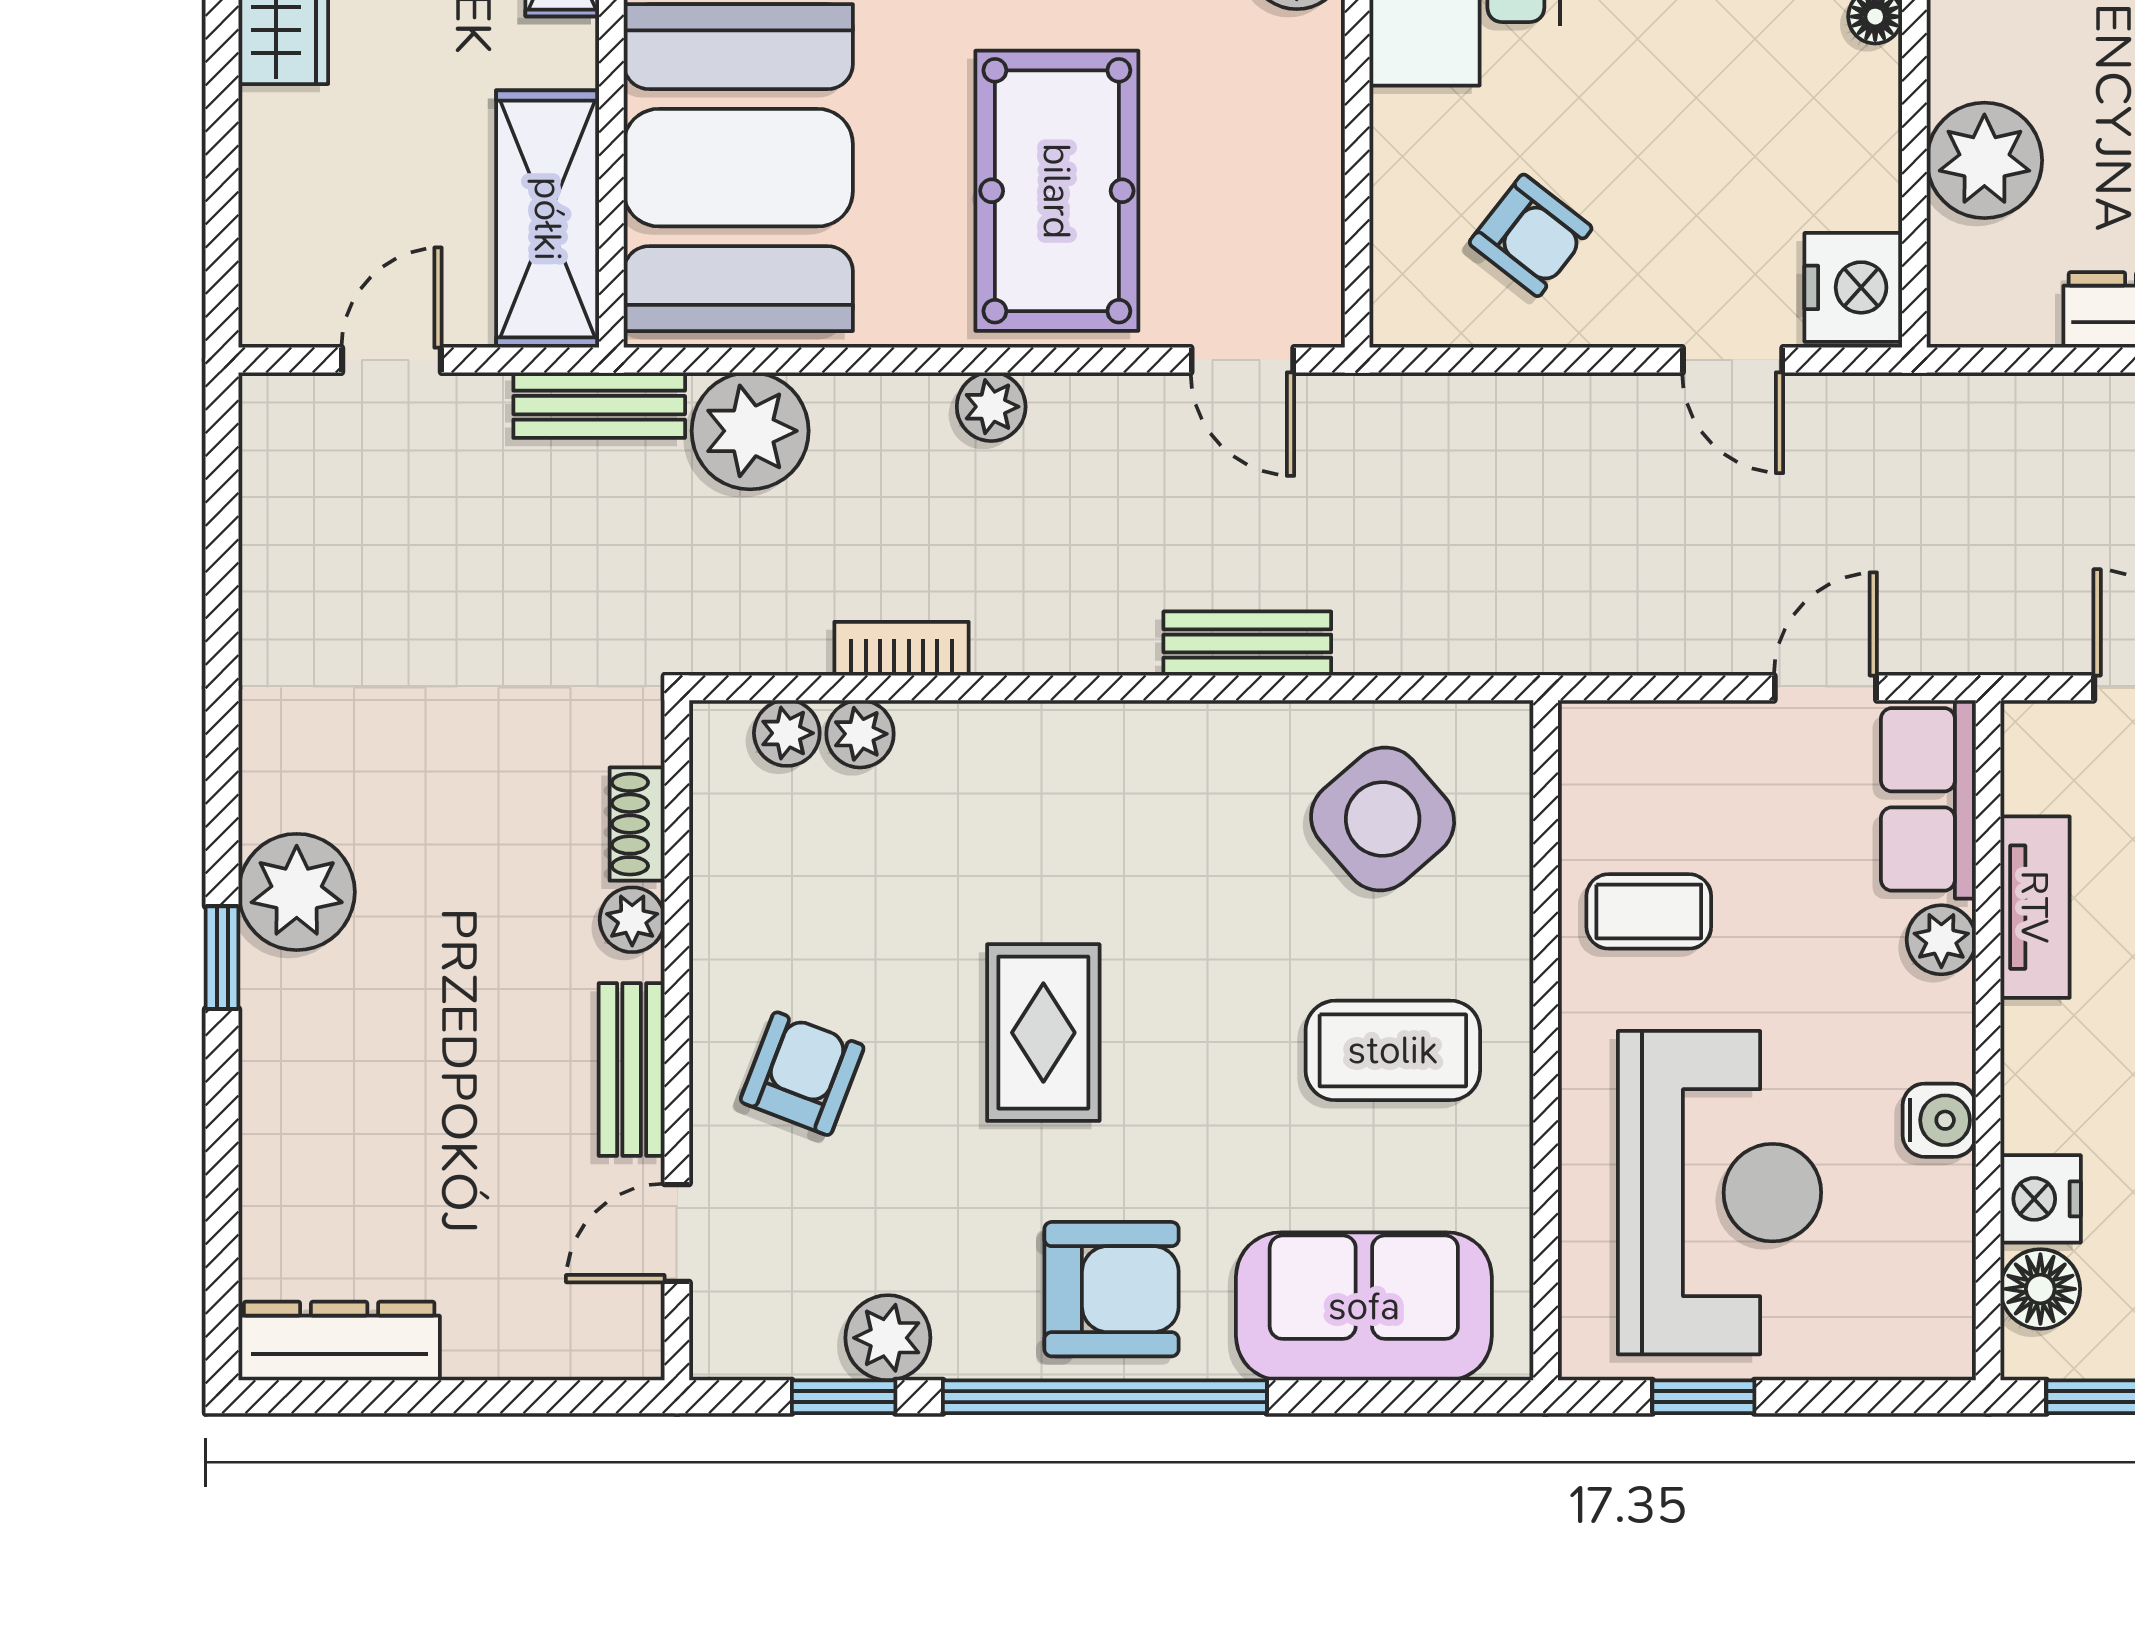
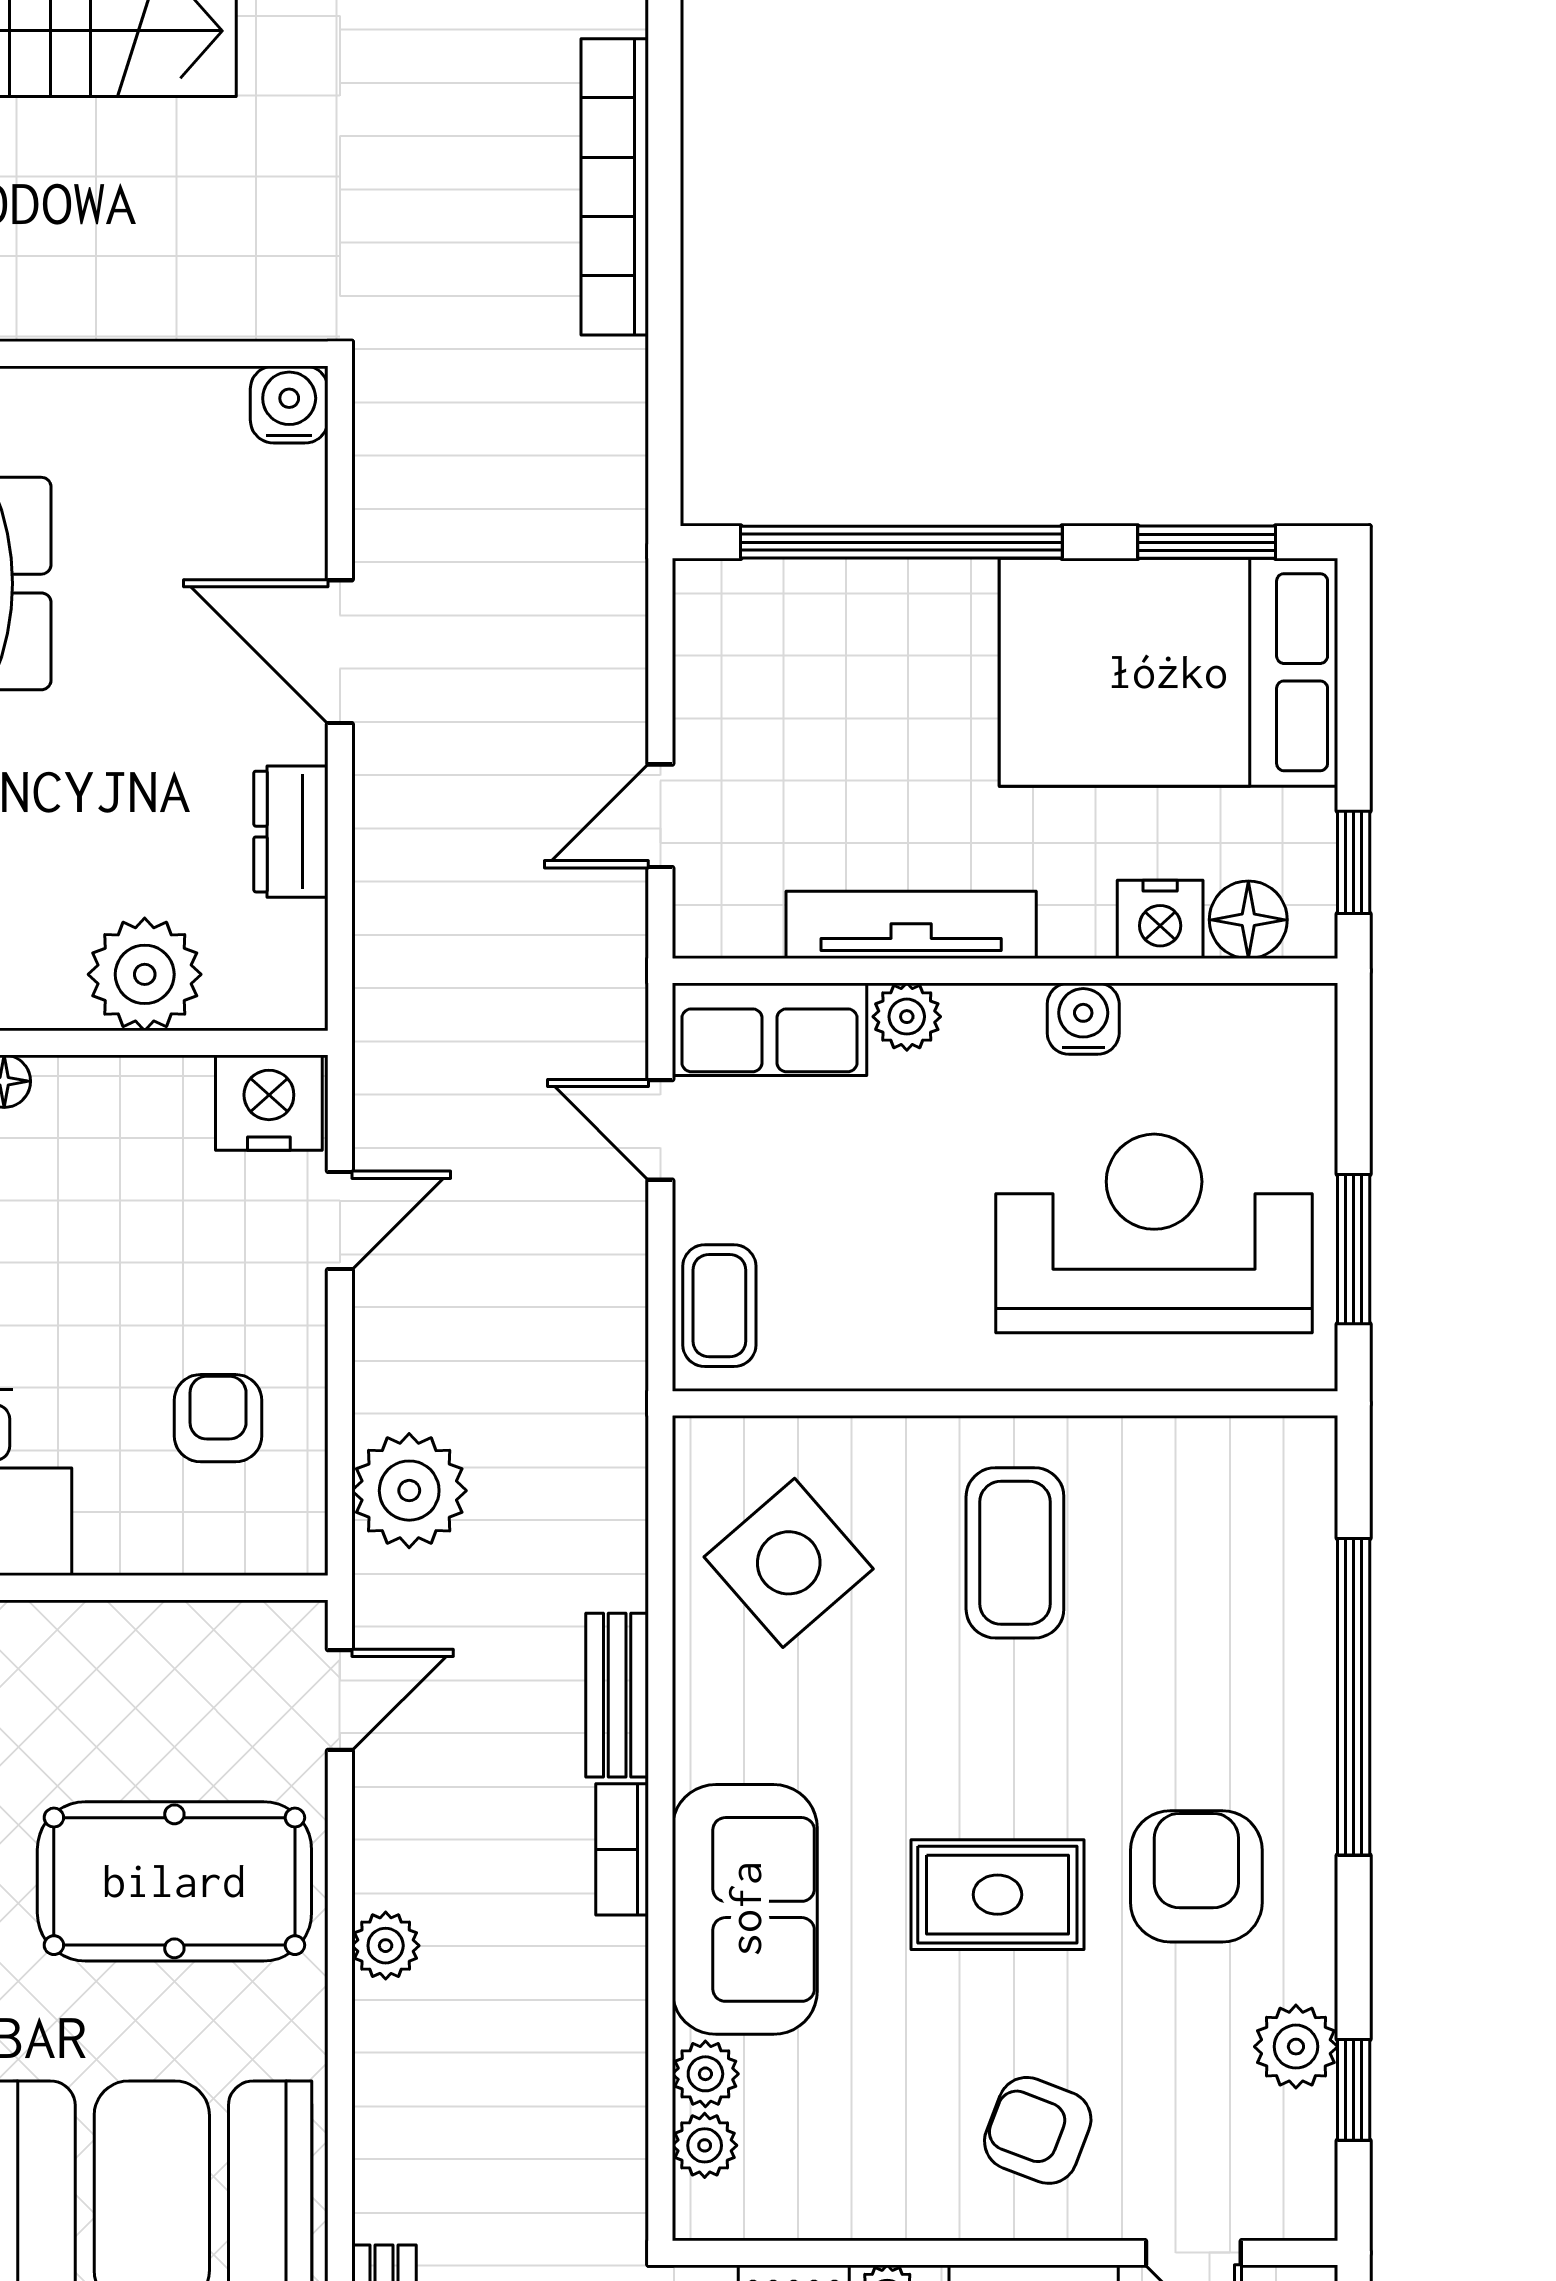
armchair: (1531, 235) -> (218, 1418), turned -38
plant: (750, 431) -> (409, 1491), moved
bookcase: (902, 649) -> (622, 1849), moved
tv unit: (2035, 907) -> (911, 925), width x1.41
coffee table: (1649, 911) -> (719, 1306), moved
armchair: (1112, 1289) -> (1196, 1876), moved
sofa: (1364, 1306) -> (745, 1909), moved, turned 180
window: (1105, 1397) -> (1354, 1697), moved
window: (1703, 1397) -> (1354, 1249), width x1.50

